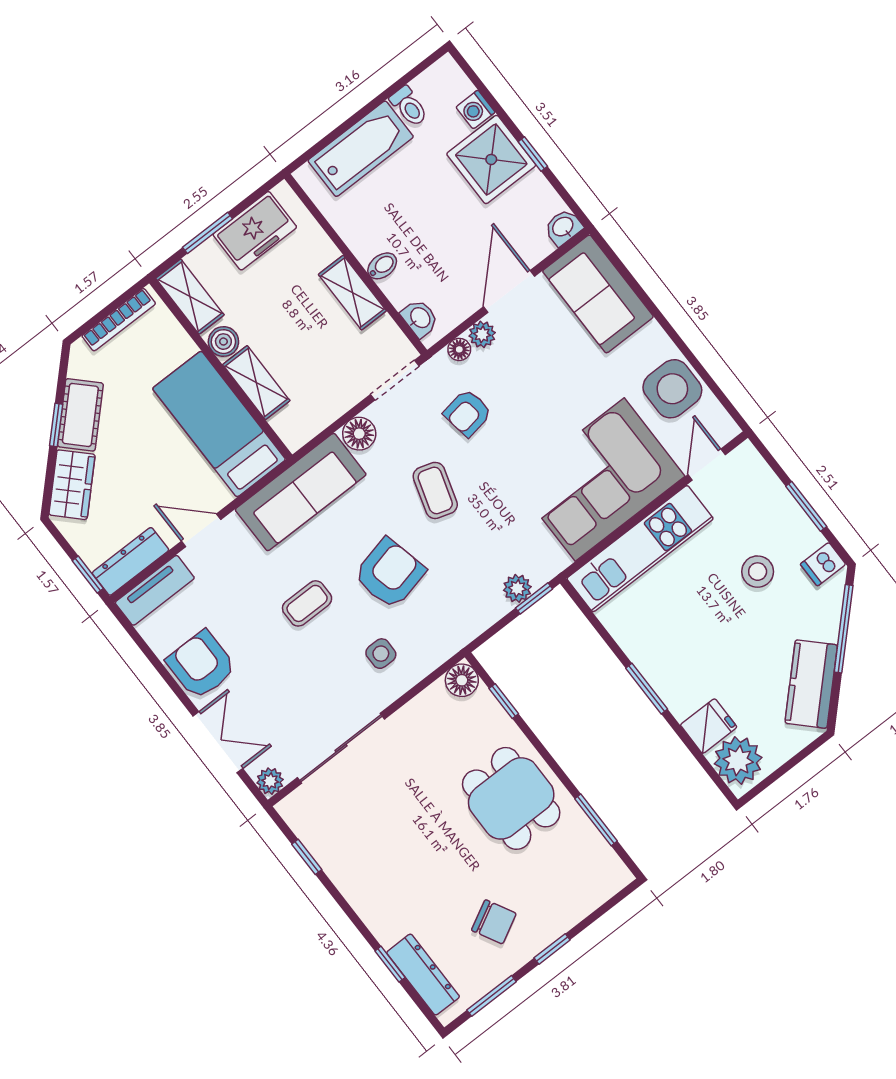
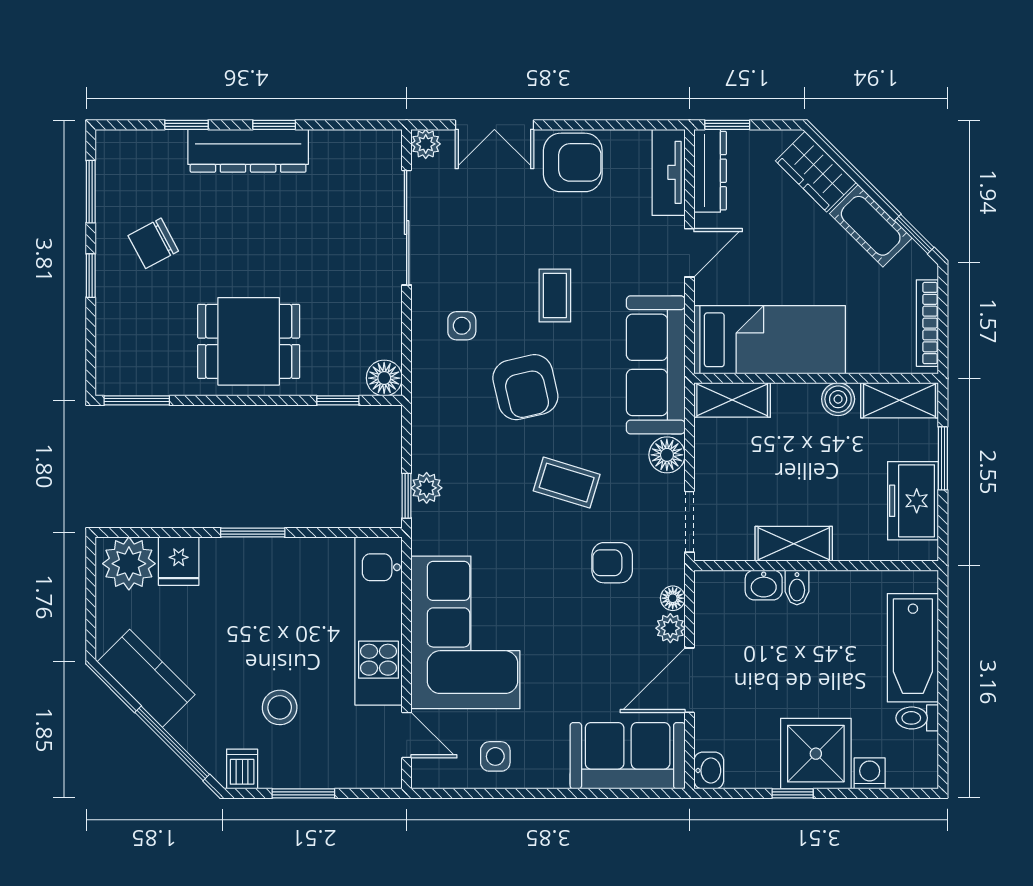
door: (509, 292) -> (689, 680), swing flipped
washbasin: (420, 318) -> (764, 585), moved
shelving: (256, 383) -> (732, 400), moved
side table: (672, 389) -> (495, 756), width x0.54, depth x0.54
armchair: (468, 413) -> (612, 563), turned -81
window: (56, 425) -> (914, 234), moved
window: (596, 820) -> (137, 400), moved
window: (307, 857) -> (274, 125), moved
dresser: (423, 975) -> (248, 151), moved, width x1.37, depth x1.24

